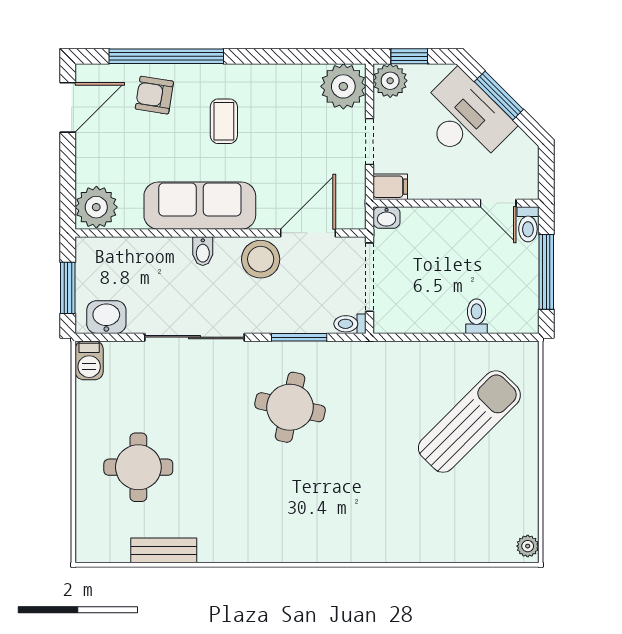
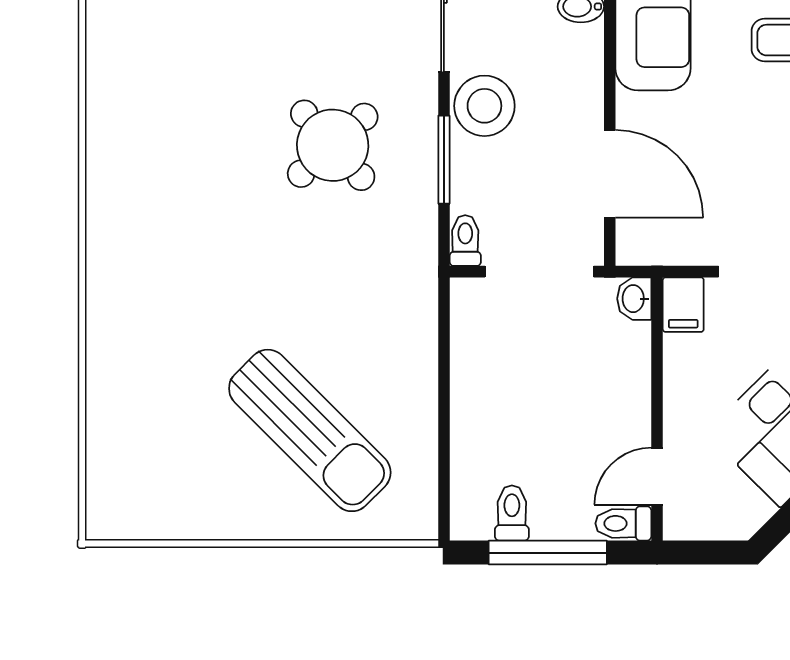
stool: (261, 259) -> (484, 106), moved
toilet: (476, 316) -> (512, 513), moved, turned -90
round table: (290, 407) -> (333, 145), turned 36
plant: (528, 546) -> (112, 523), removed

